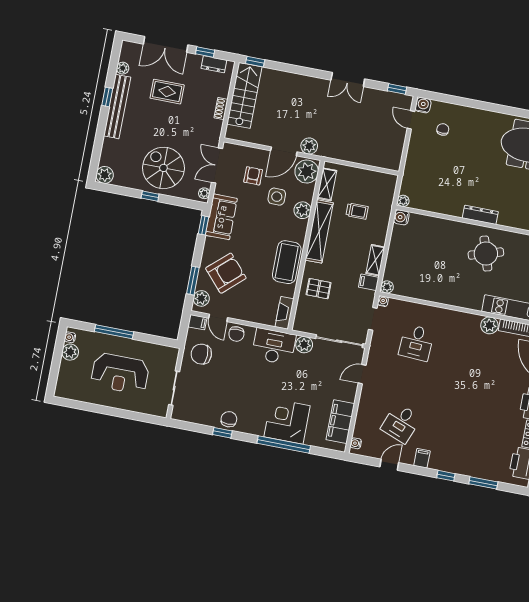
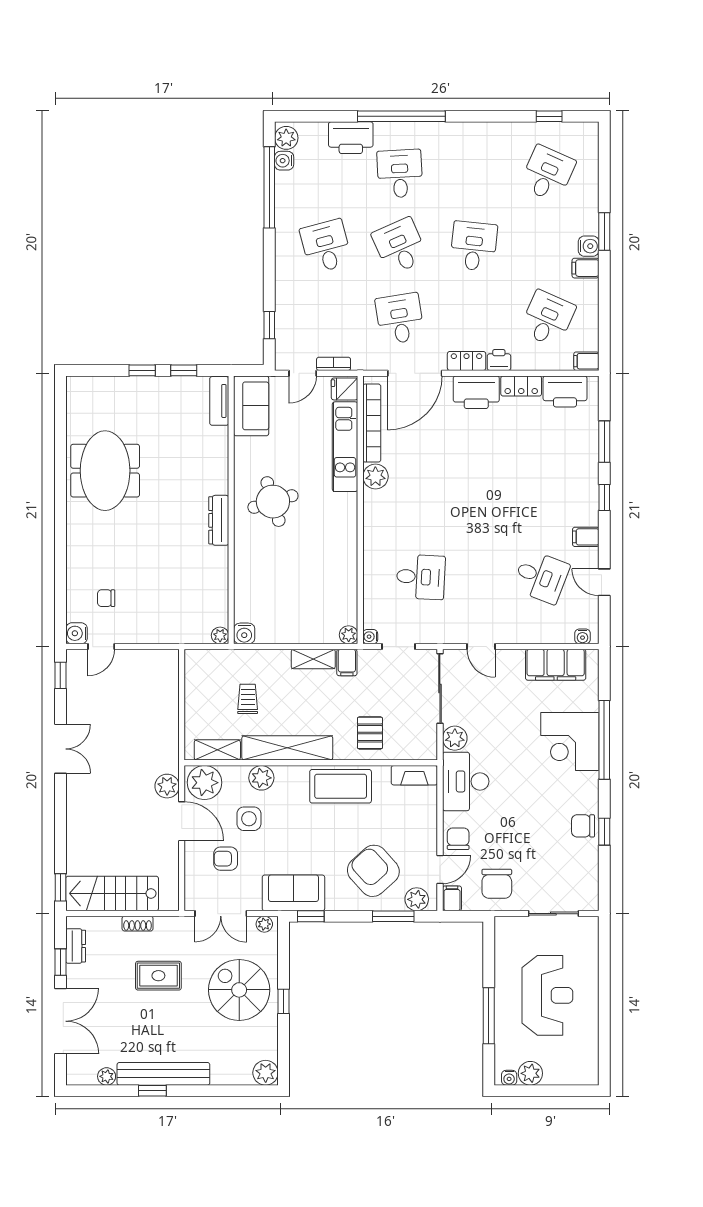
rug: (167, 92) -> (158, 976), moved, turned 90
spiral stairs: (163, 168) -> (239, 990), turned 90
chair: (236, 334) -> (458, 839), turned -90

